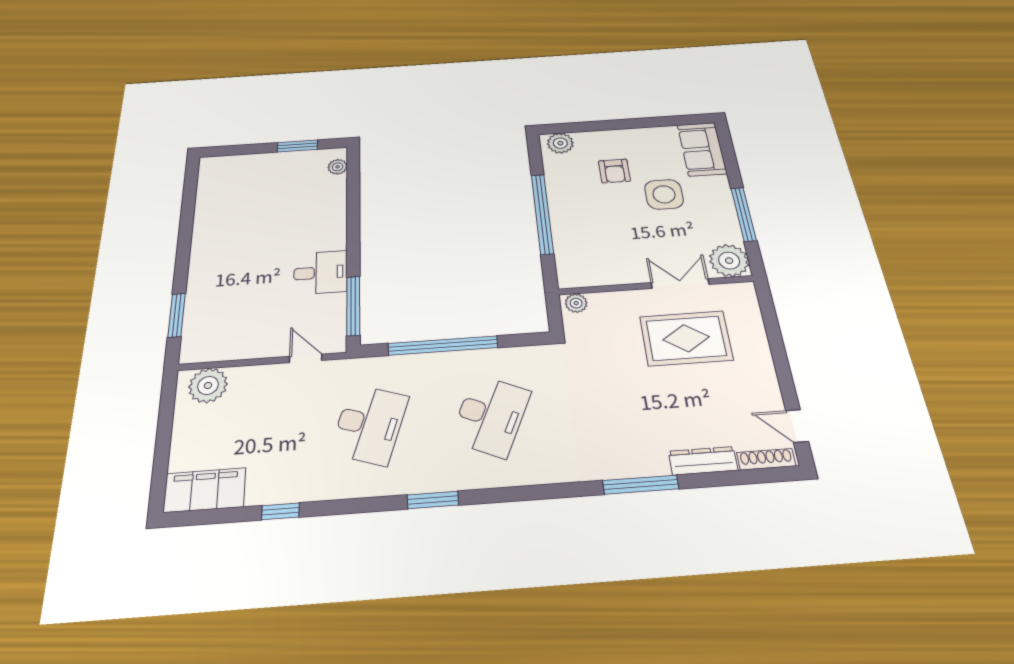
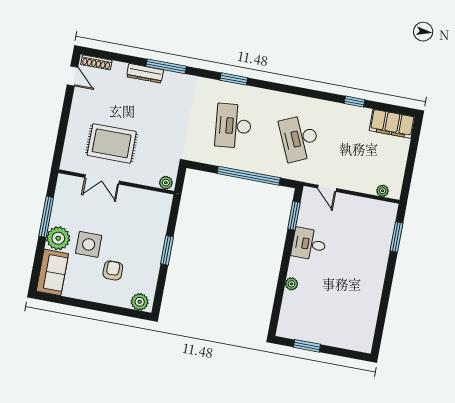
plant: (338, 167) -> (292, 284), moved
window: (542, 214) -> (167, 250), width x0.47
plant: (729, 261) -> (58, 238), moved
window: (353, 306) -> (294, 216), width x0.69
plant: (208, 385) -> (383, 191), width x0.53, depth x0.53
desk: (490, 416) -> (233, 126), turned -30
desk: (369, 424) -> (299, 138), turned -42
dresser: (703, 461) -> (145, 73), moved
window: (433, 500) -> (234, 79), moved

